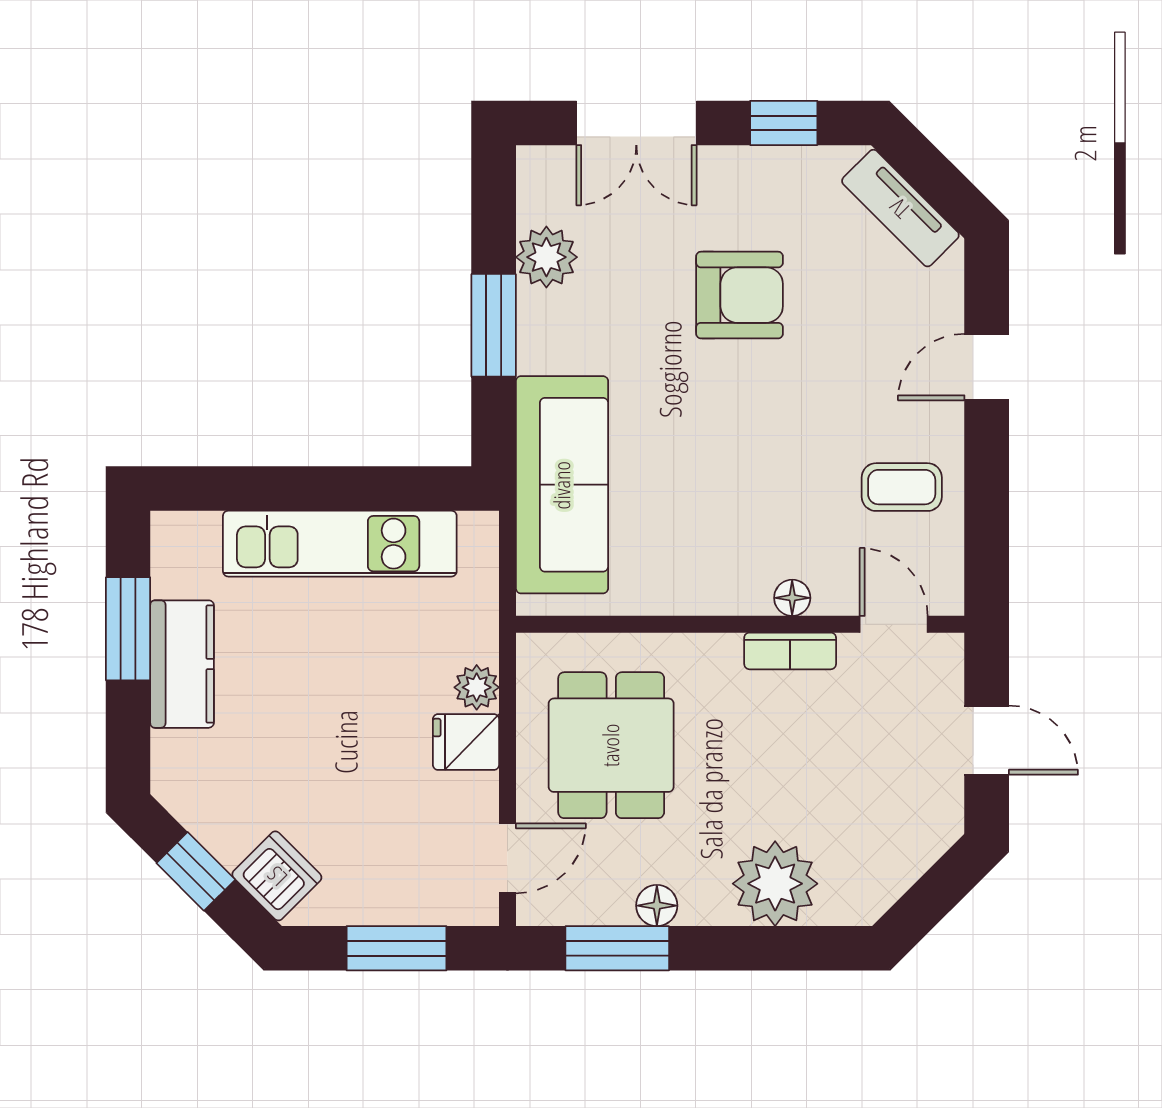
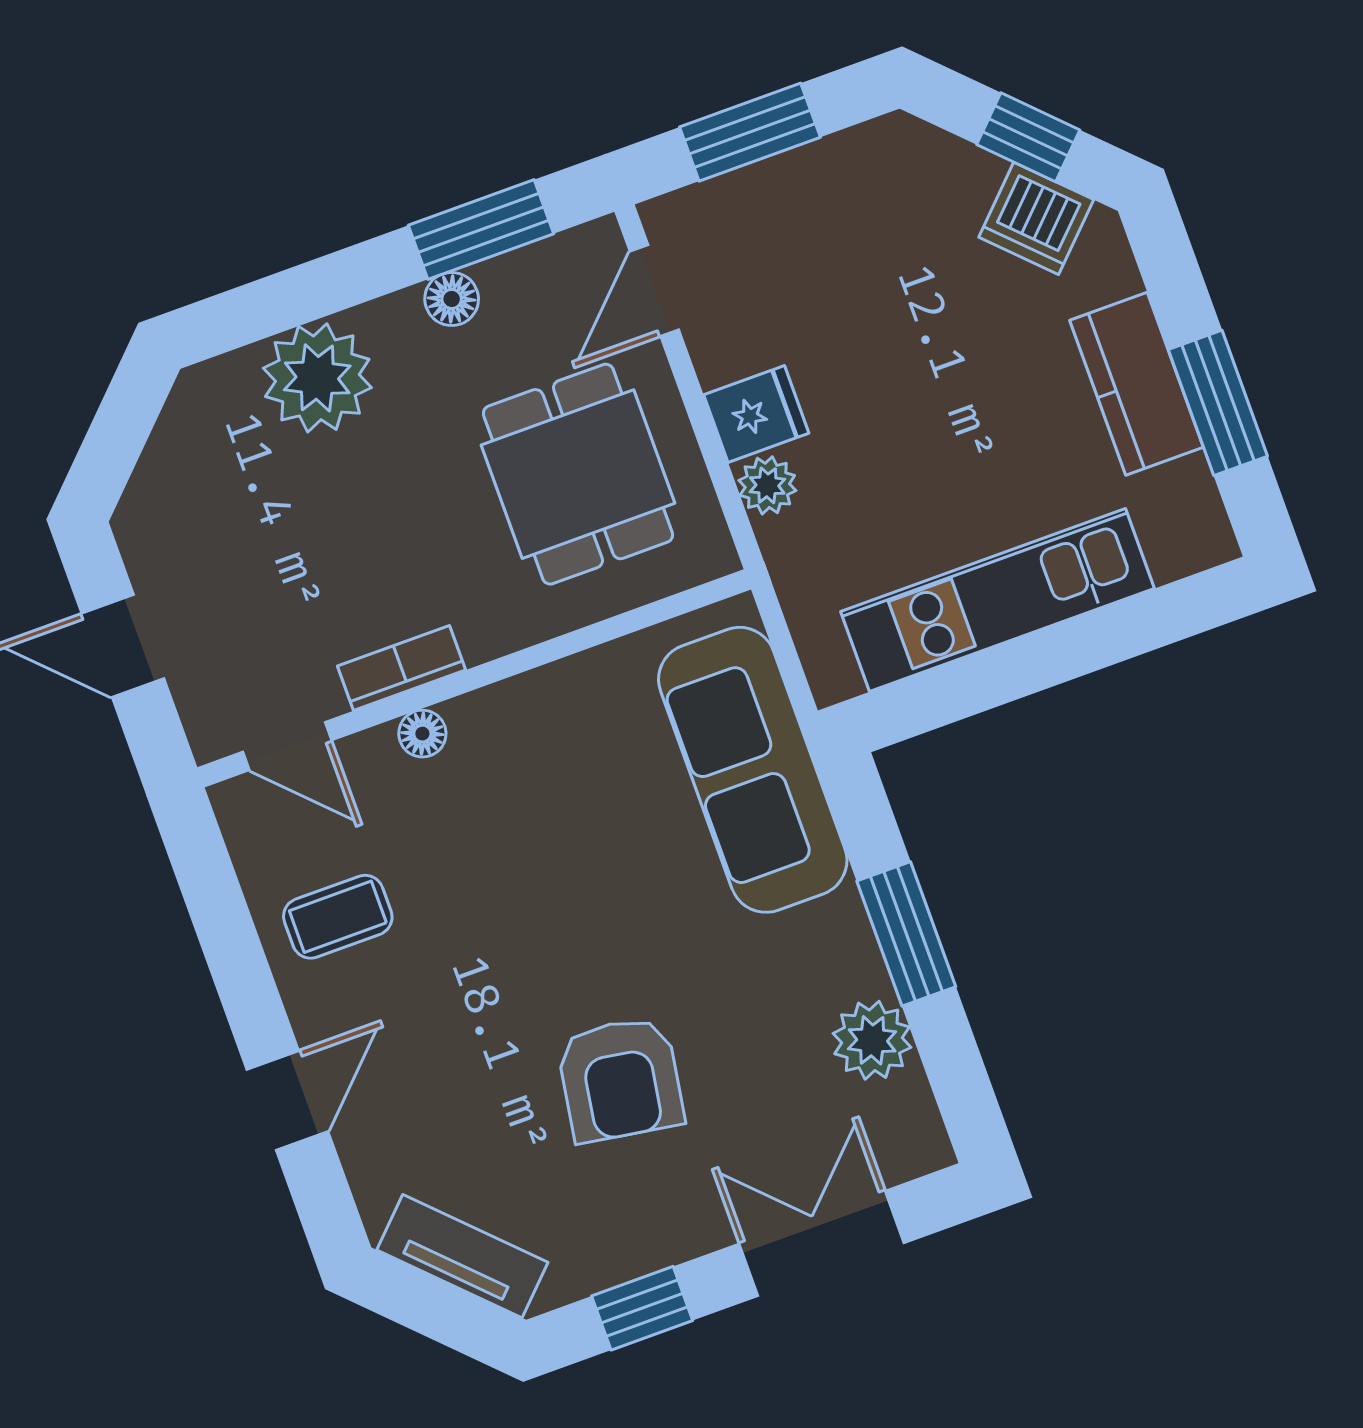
armchair: (740, 295) -> (620, 1079), turned -81
dishwasher: (277, 876) -> (1036, 218), moved

